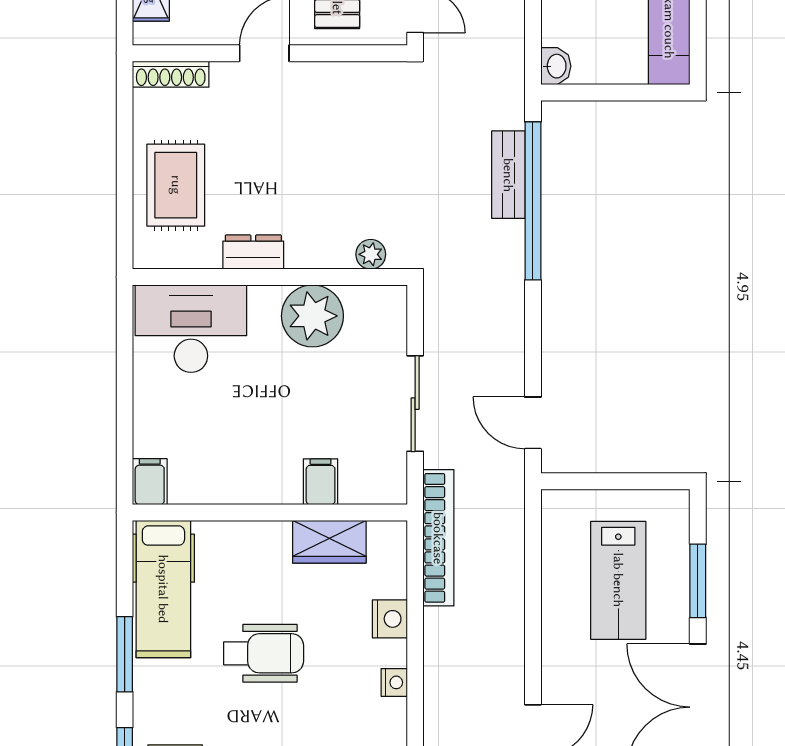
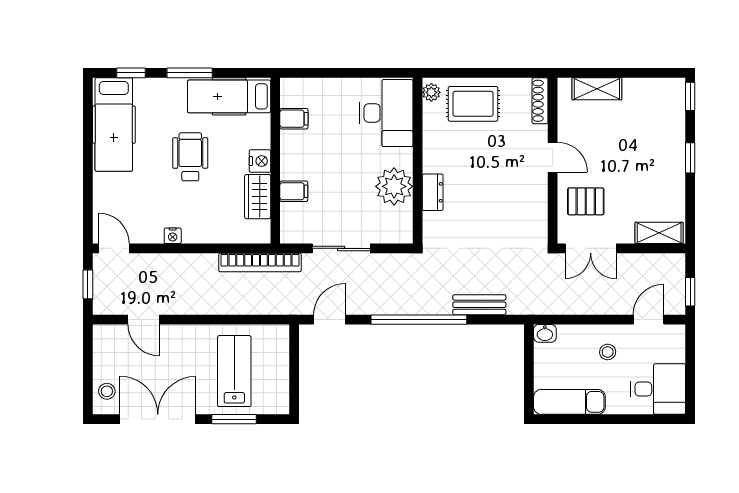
window: (533, 201) -> (419, 320), moved
dresser: (253, 252) -> (433, 192), moved
plant: (371, 254) -> (431, 92), moved
filing cabinet: (150, 482) -> (294, 119), moved
lab bench: (618, 580) -> (234, 371), turned 90
nightstand: (390, 619) -> (260, 161), moved, turned -90
wheelchair: (264, 653) -> (190, 157), turned 180

